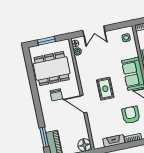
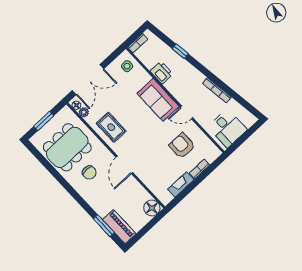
double door: (94, 31) -> (88, 80), width x1.37
rug: (105, 89) -> (111, 127), moved
door: (83, 104) -> (124, 165), hinge flipped

